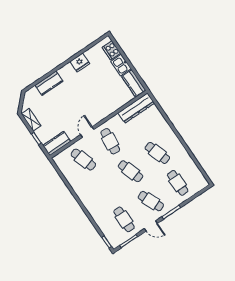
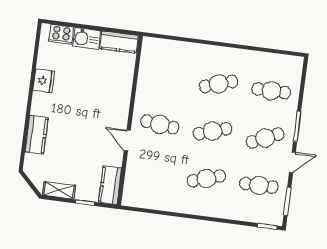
dresser: (136, 108) -> (149, 63), removed
cafe table: (83, 160) -> (206, 178), moved

